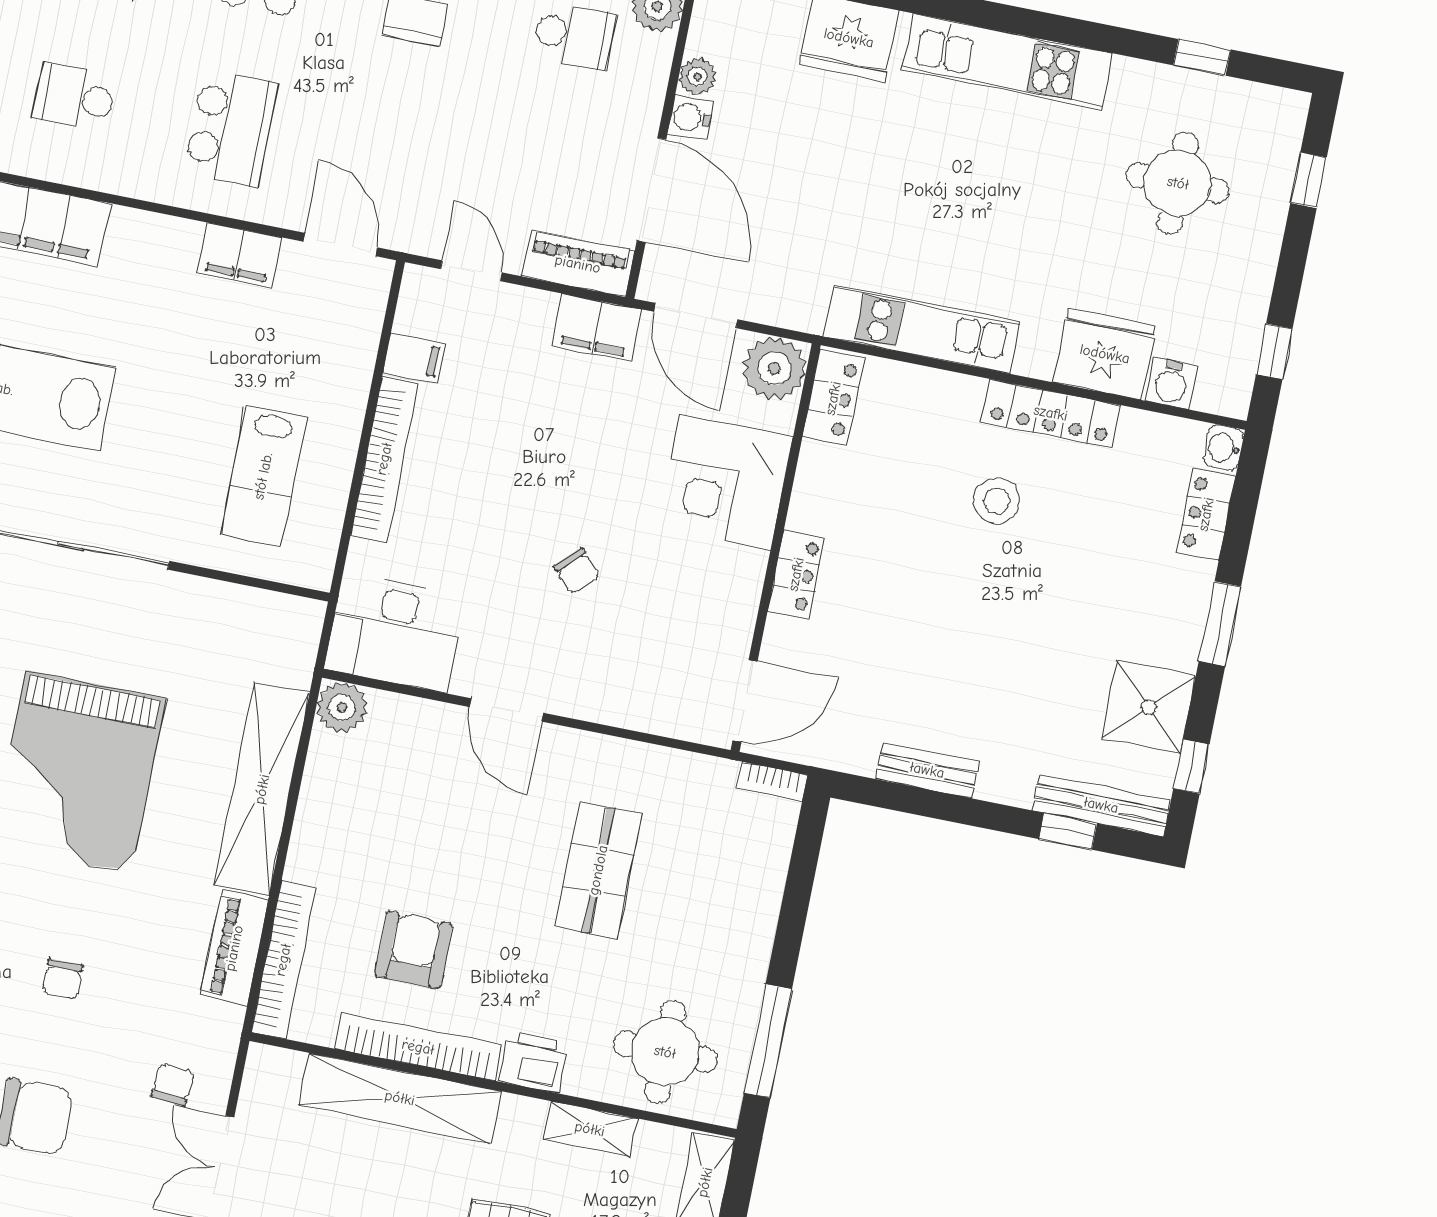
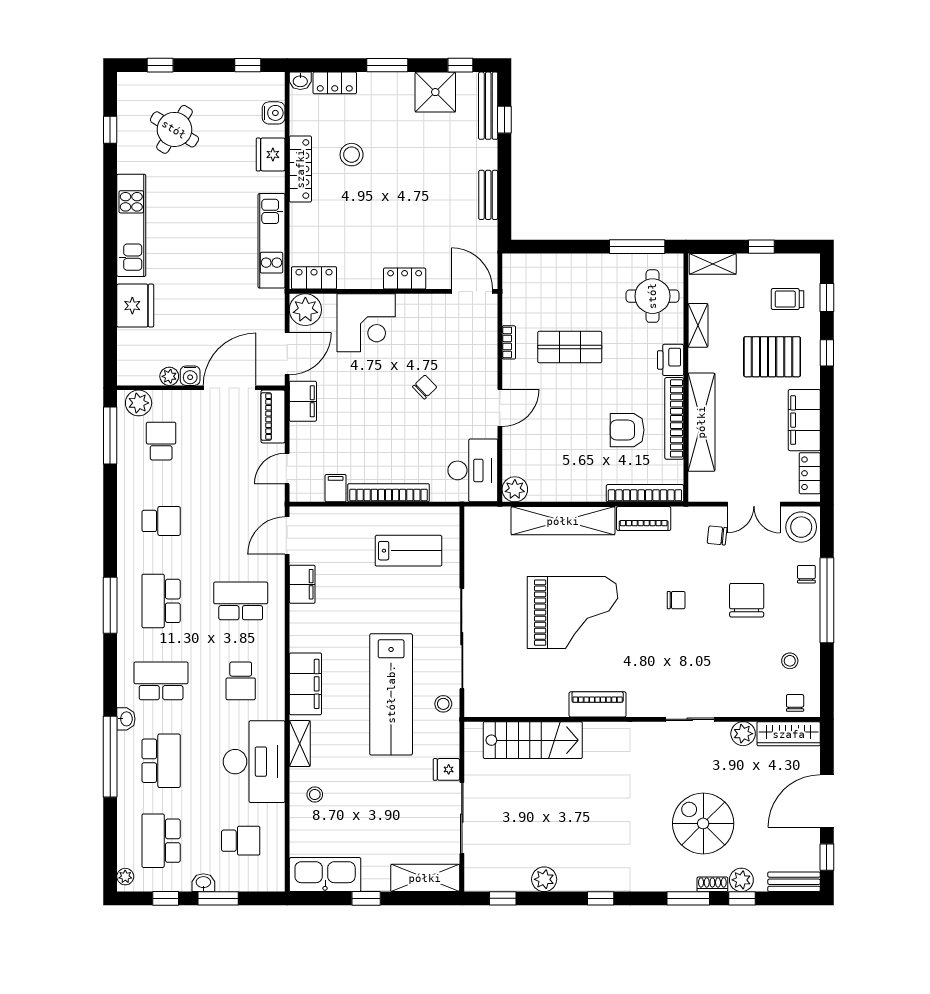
round table: (1178, 183) -> (174, 129), turned 32
fridge: (1105, 354) -> (271, 154), width x0.73, depth x0.75
stool: (997, 501) -> (352, 155), moved
bookcase: (772, 781) -> (509, 342), moved

